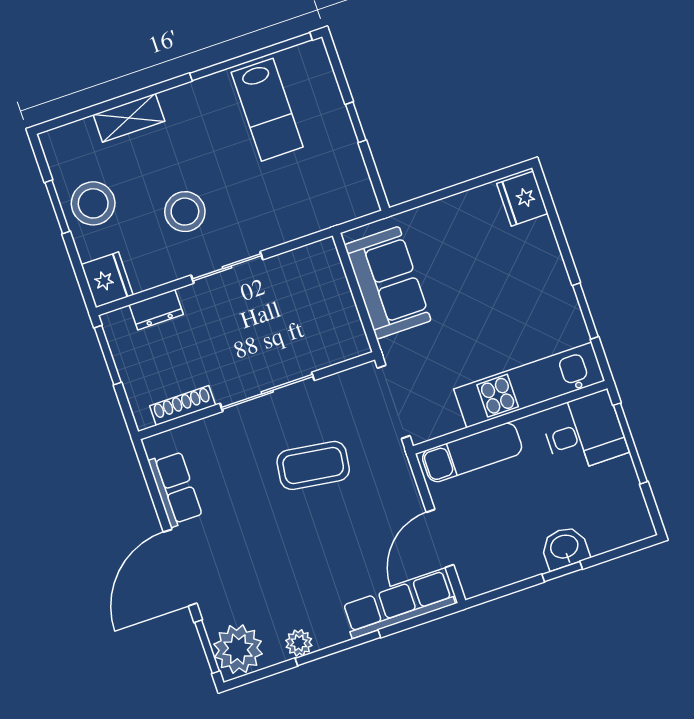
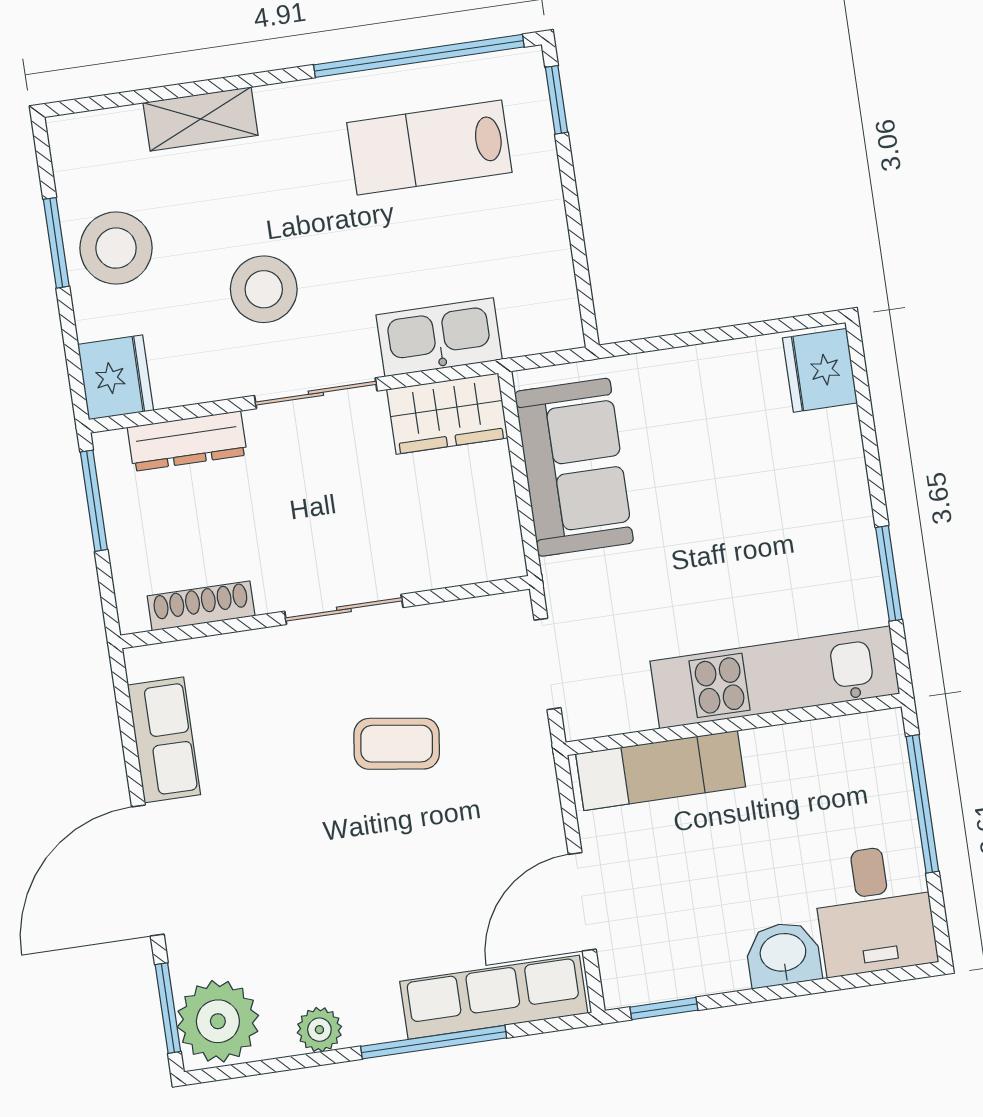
lab bench: (267, 110) -> (429, 147), turned 90
window: (356, 122) -> (556, 100), moved
kitchen sink: (294, 221) -> (439, 337), added
wardrobe: (307, 265) -> (447, 414), added
dresser: (156, 310) -> (187, 441), width x1.44
sliding door: (267, 392) -> (344, 609), width x0.73
doorway: (394, 402) -> (547, 664), width x0.73
desk: (584, 432) -> (874, 910), moved, turned 90
coffee table: (313, 465) -> (397, 744), width x0.73, depth x0.77
window: (562, 572) -> (664, 1009), moved
window: (338, 648) -> (434, 1042), moved

